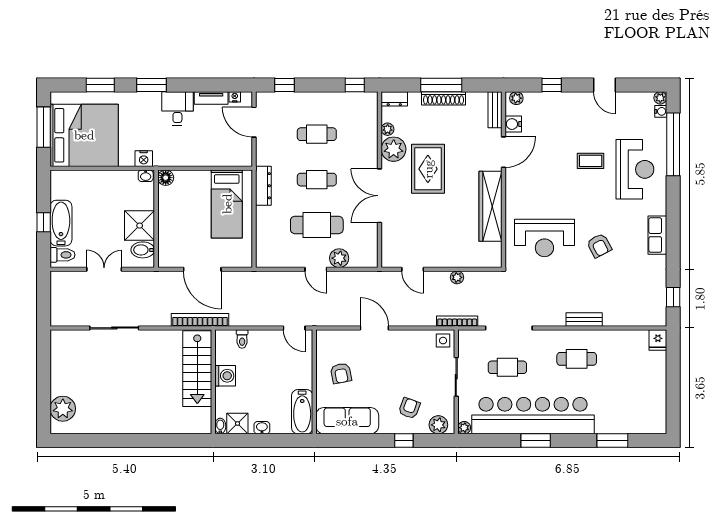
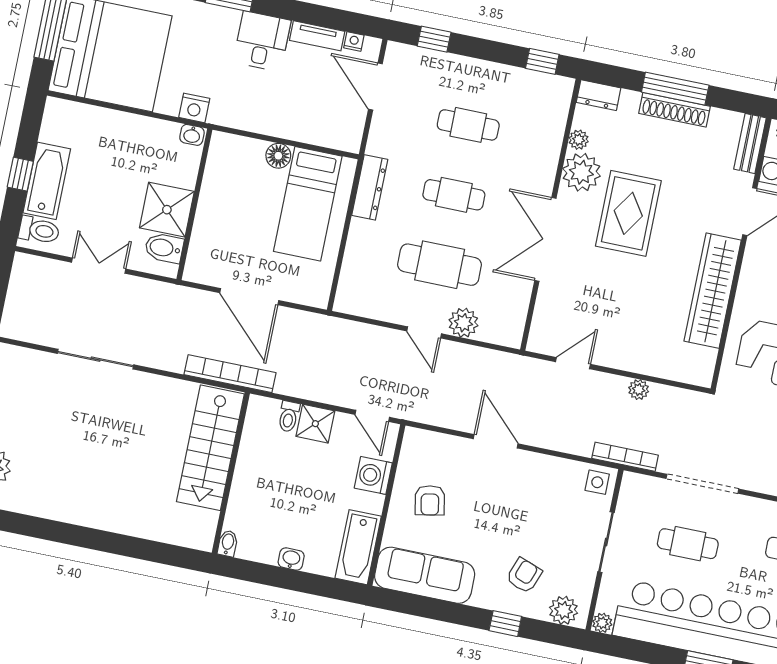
floor lamp: (166, 178) -> (278, 156), moved
door: (413, 269) -> (573, 363), swing flipped
washing machine: (225, 376) -> (373, 475), moved, turned 180
shower: (237, 424) -> (315, 424), moved

